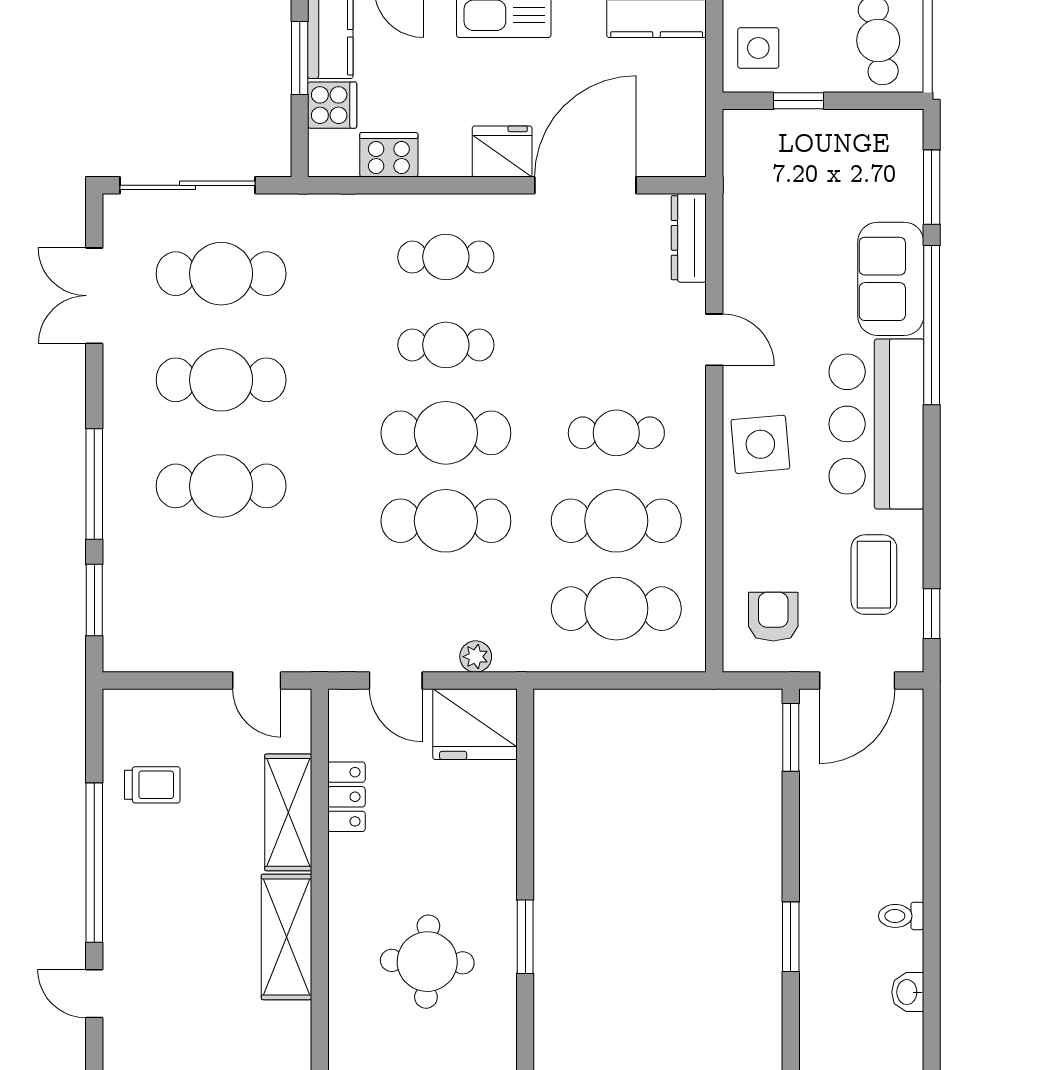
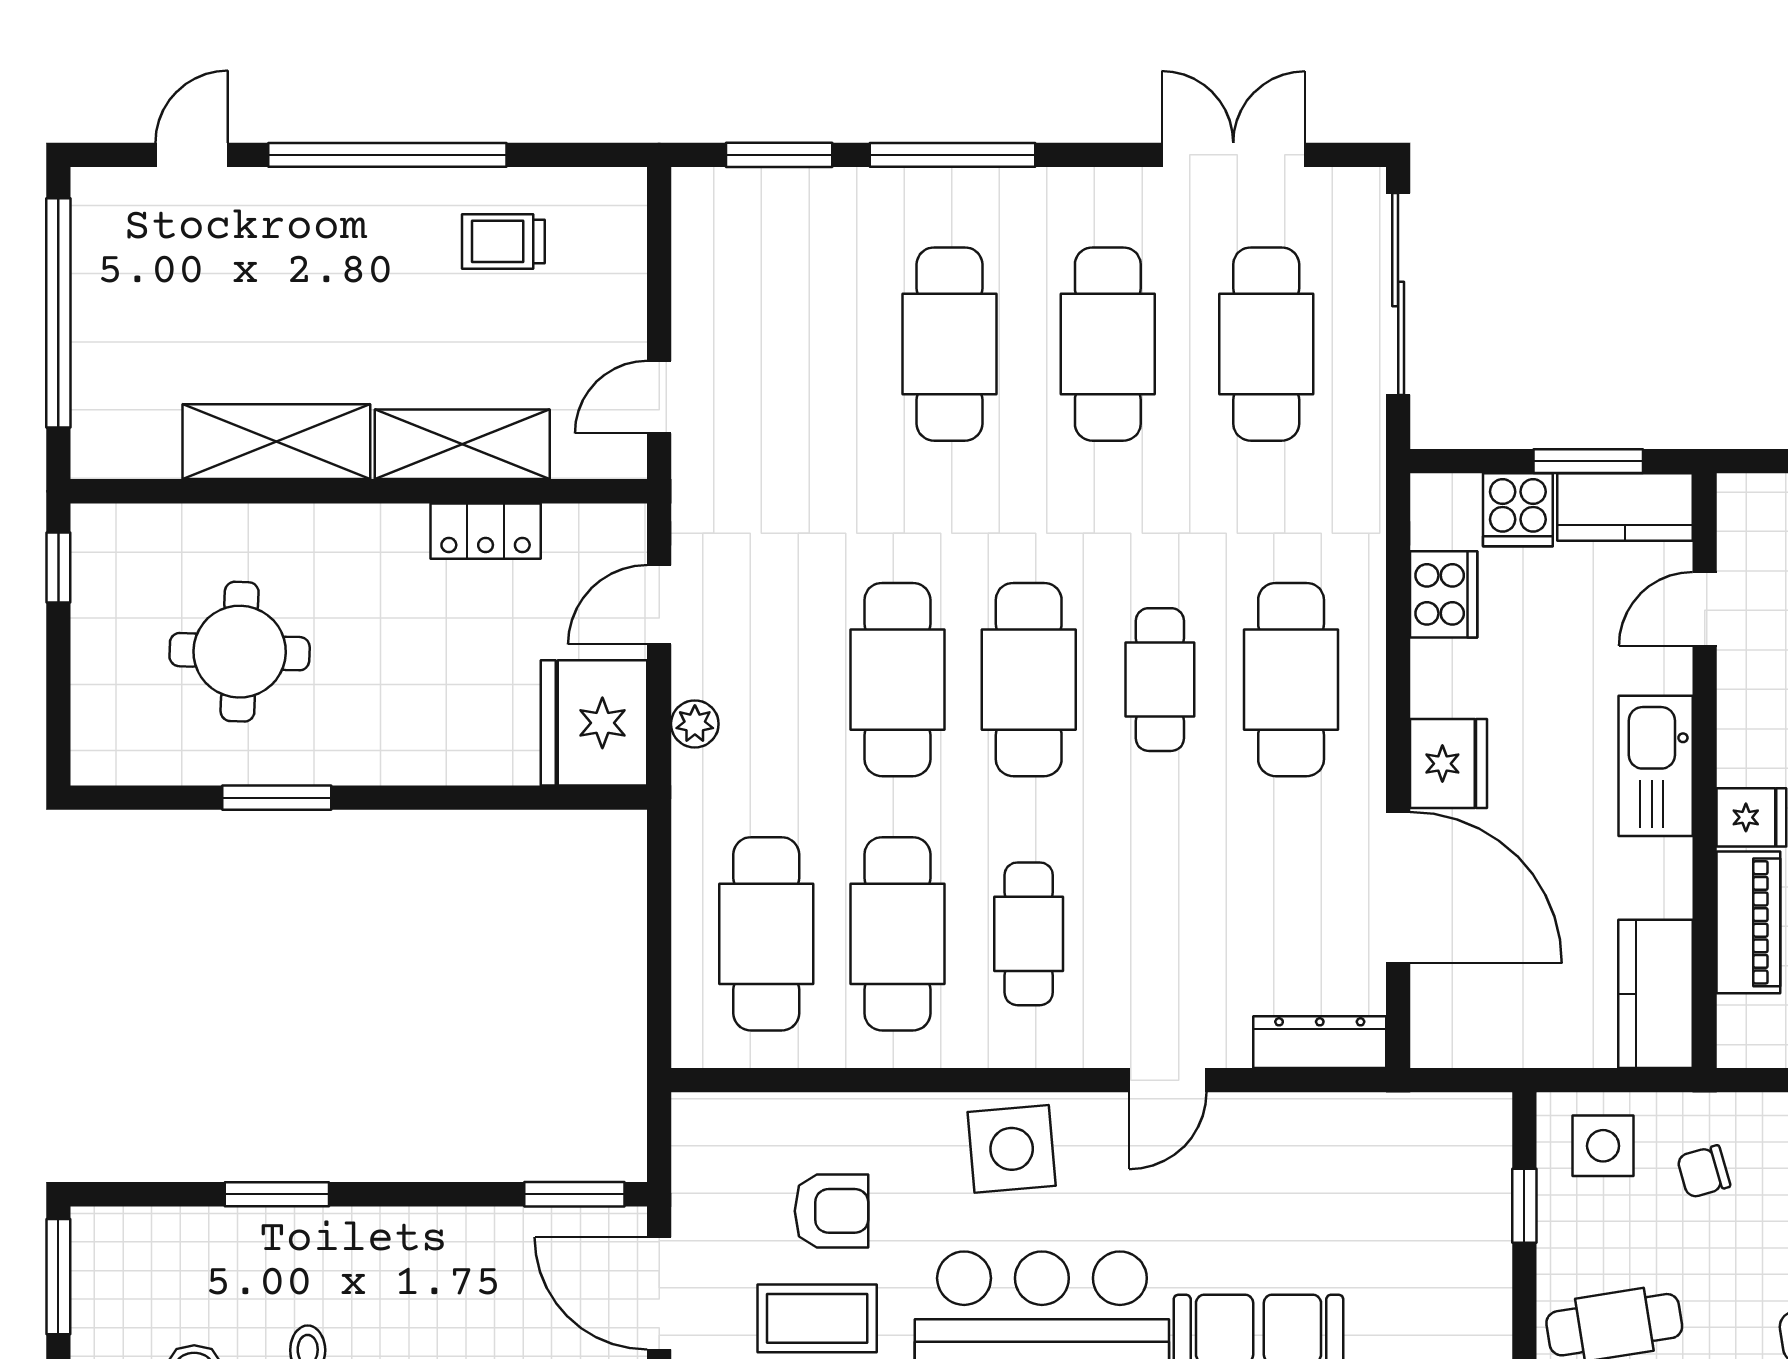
cafe table: (446, 257) -> (1291, 680), width x1.37, depth x1.35
armchair: (773, 617) -> (831, 1211), moved
trolley: (152, 785) -> (503, 241), turned 90

